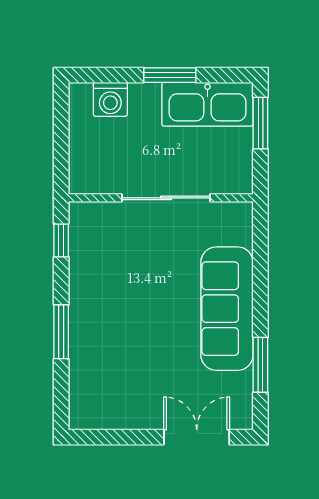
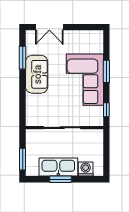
kitchen sink: (207, 104) -> (58, 167), moved
sofa: (227, 309) -> (37, 74), width x0.73
corner sofa: (112, 312) -> (85, 80), added

